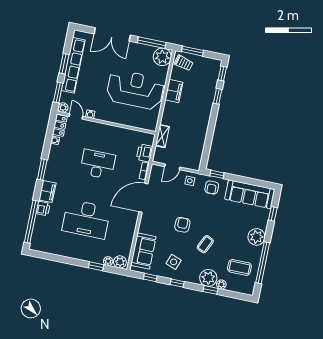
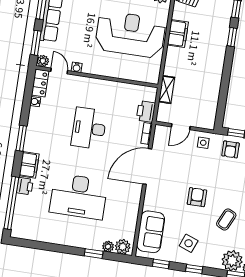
desk: (98, 164) -> (89, 128), turned -90

